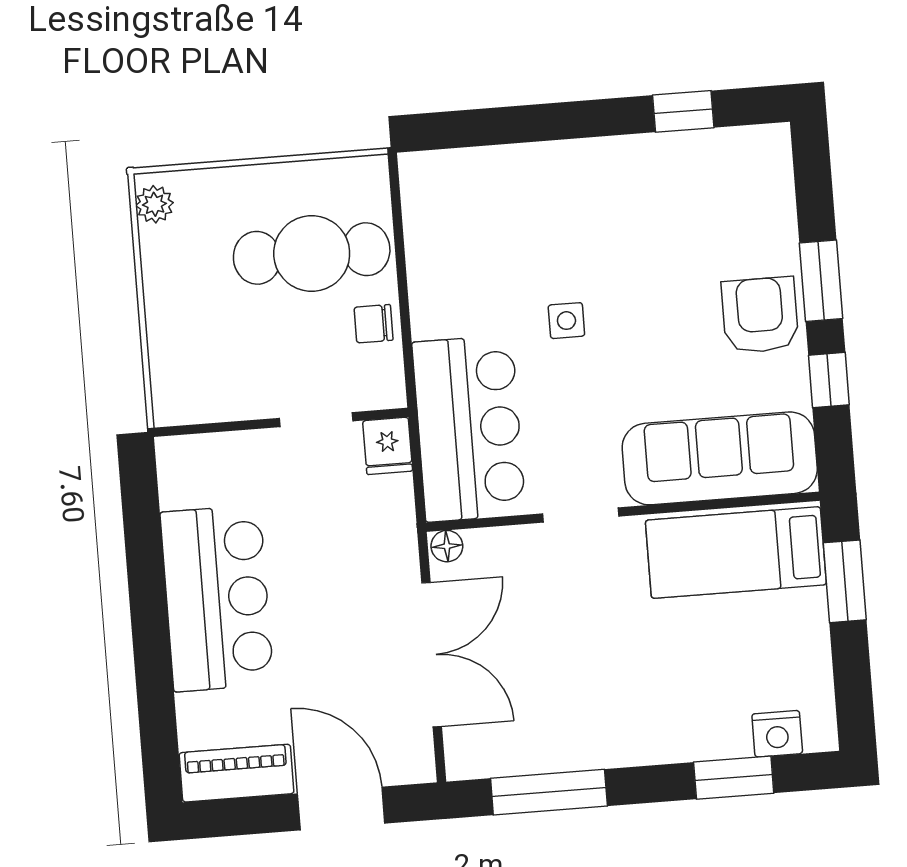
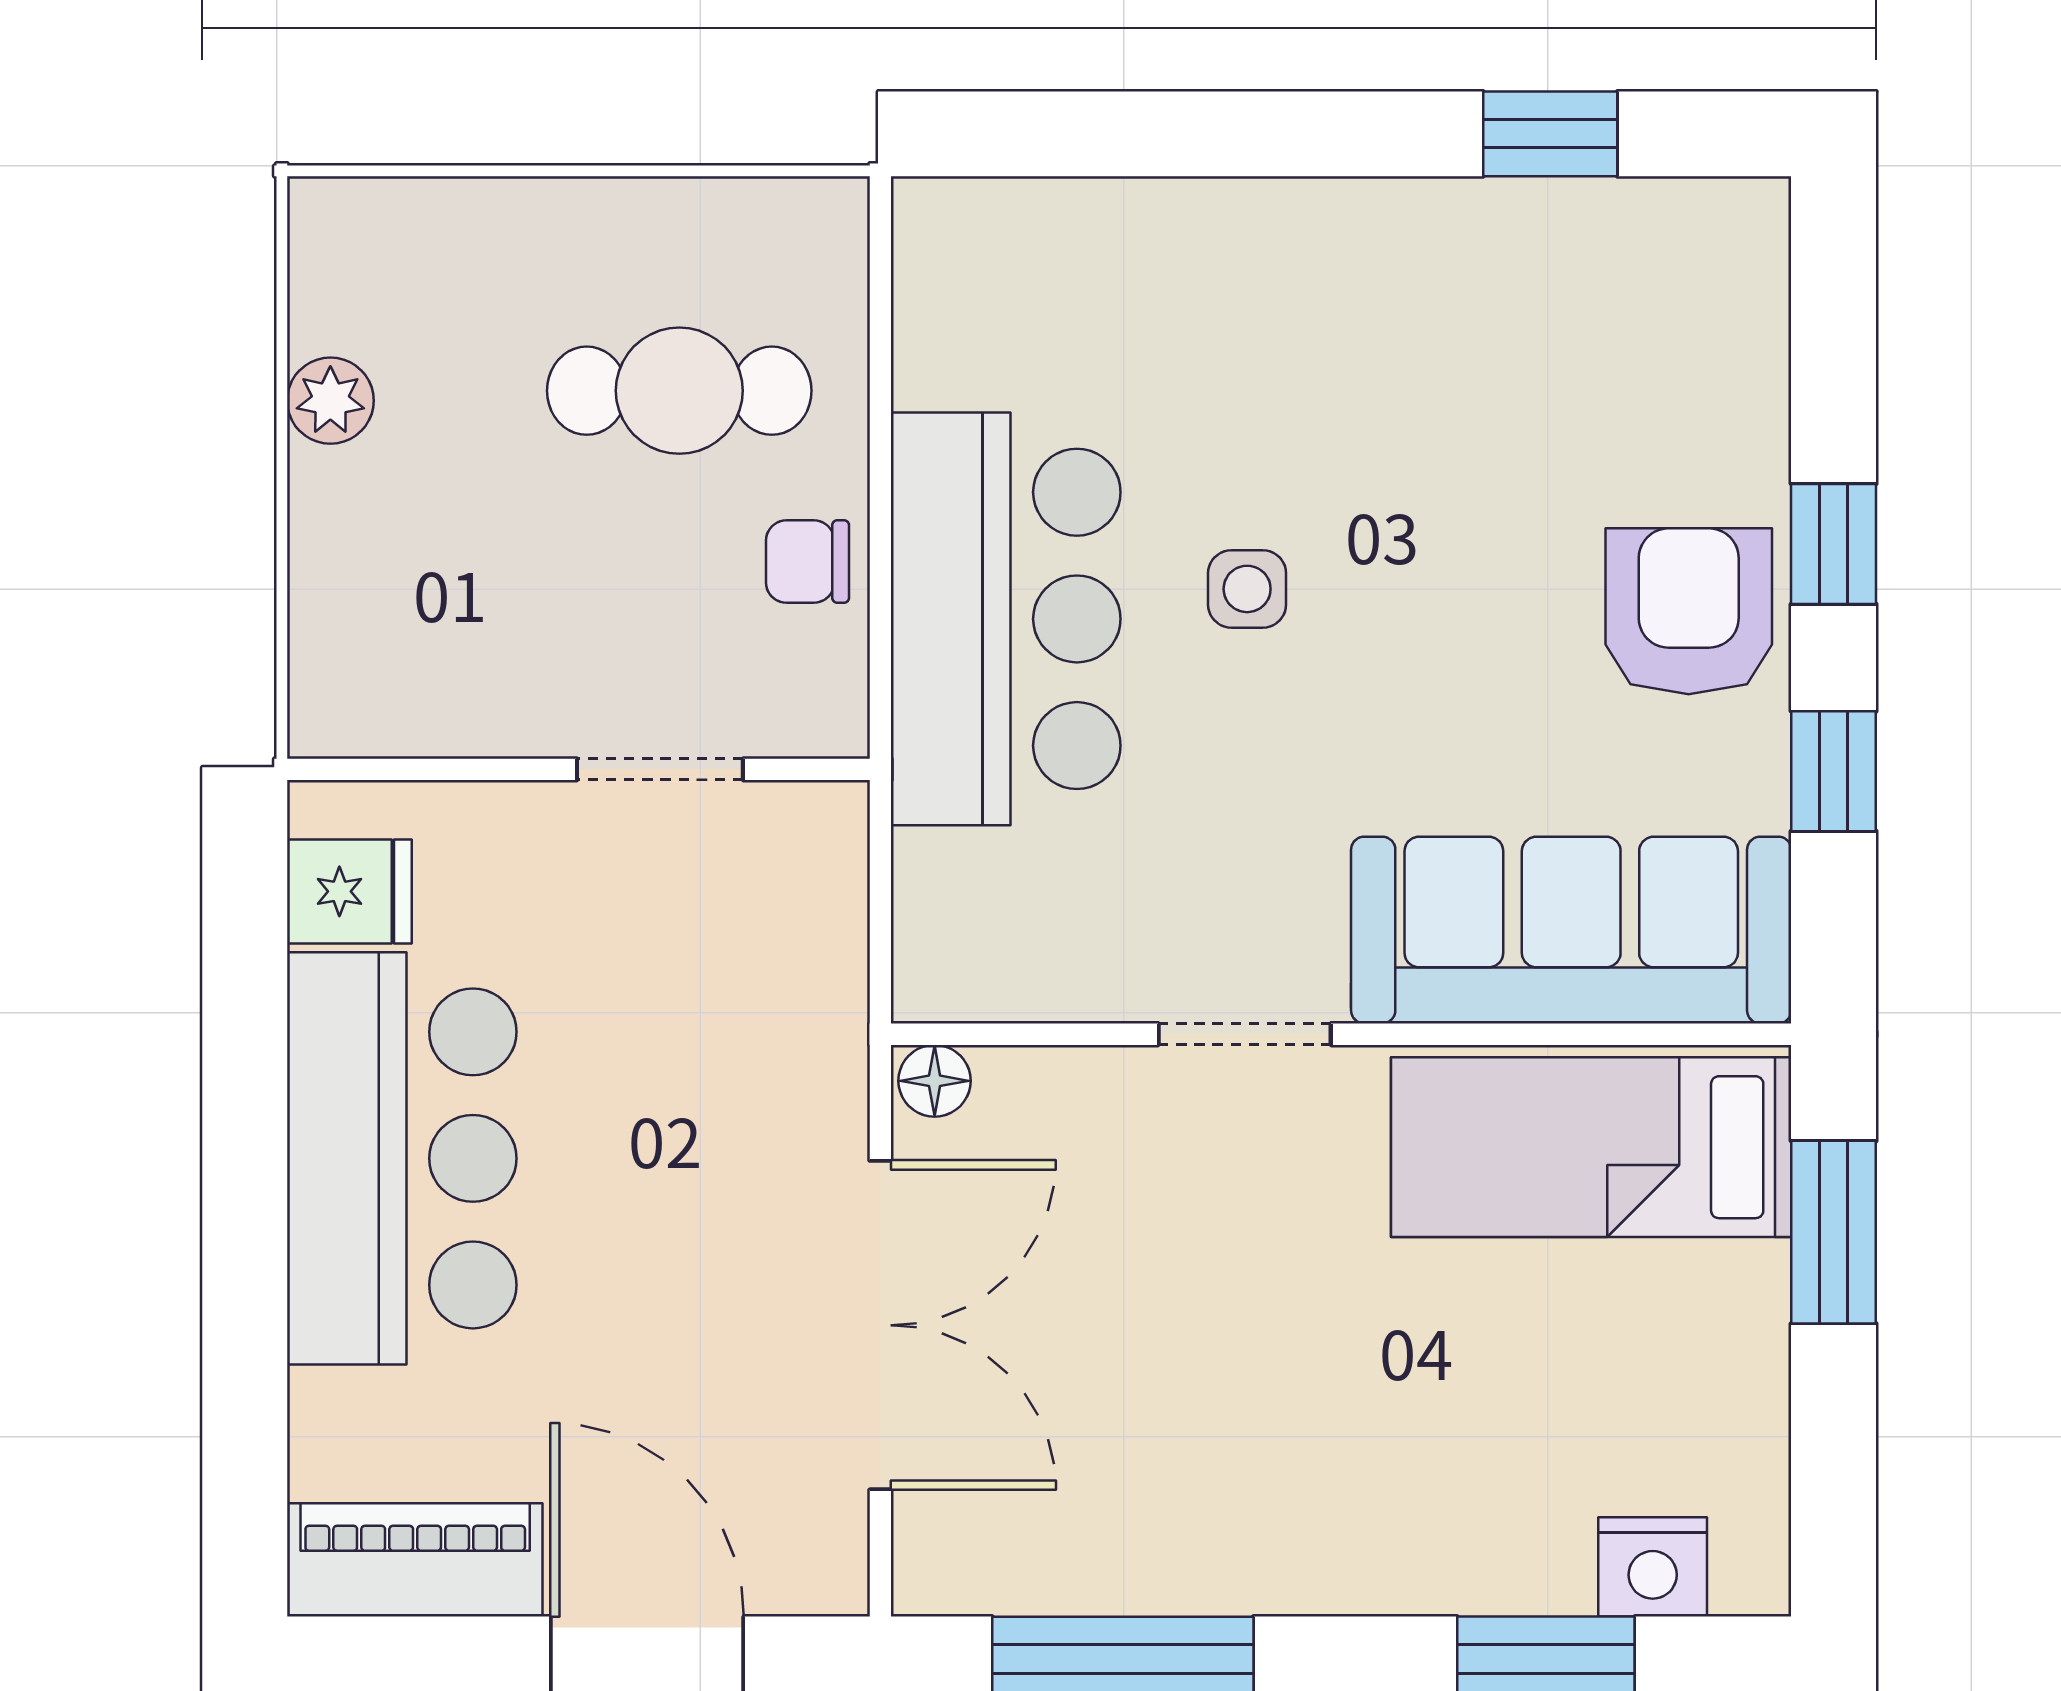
plant: (155, 204) -> (330, 401), moved
cafe table: (312, 254) -> (679, 391), width x0.73, depth x0.74
window: (821, 281) -> (1834, 544), width x0.67
bar counter: (469, 428) -> (1006, 619), moved
fridge: (388, 446) -> (349, 891), moved, turned -90

